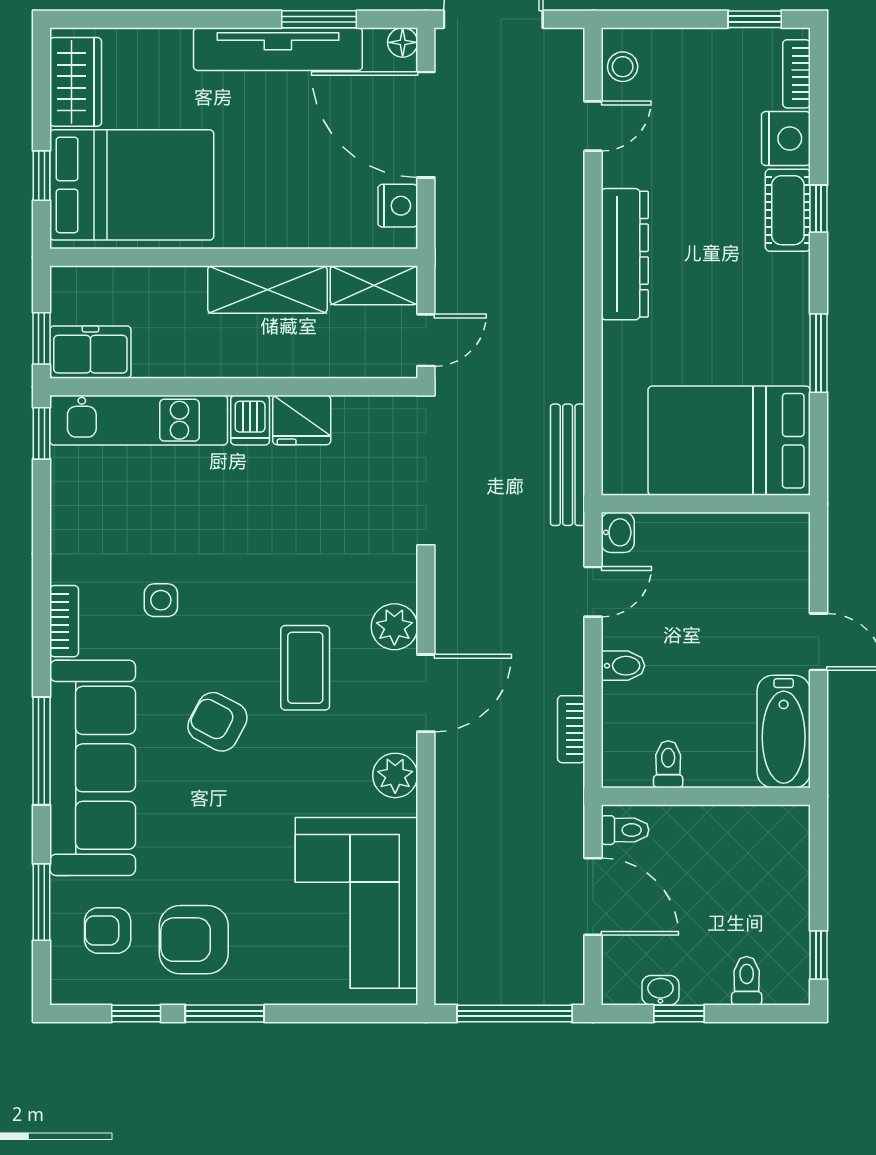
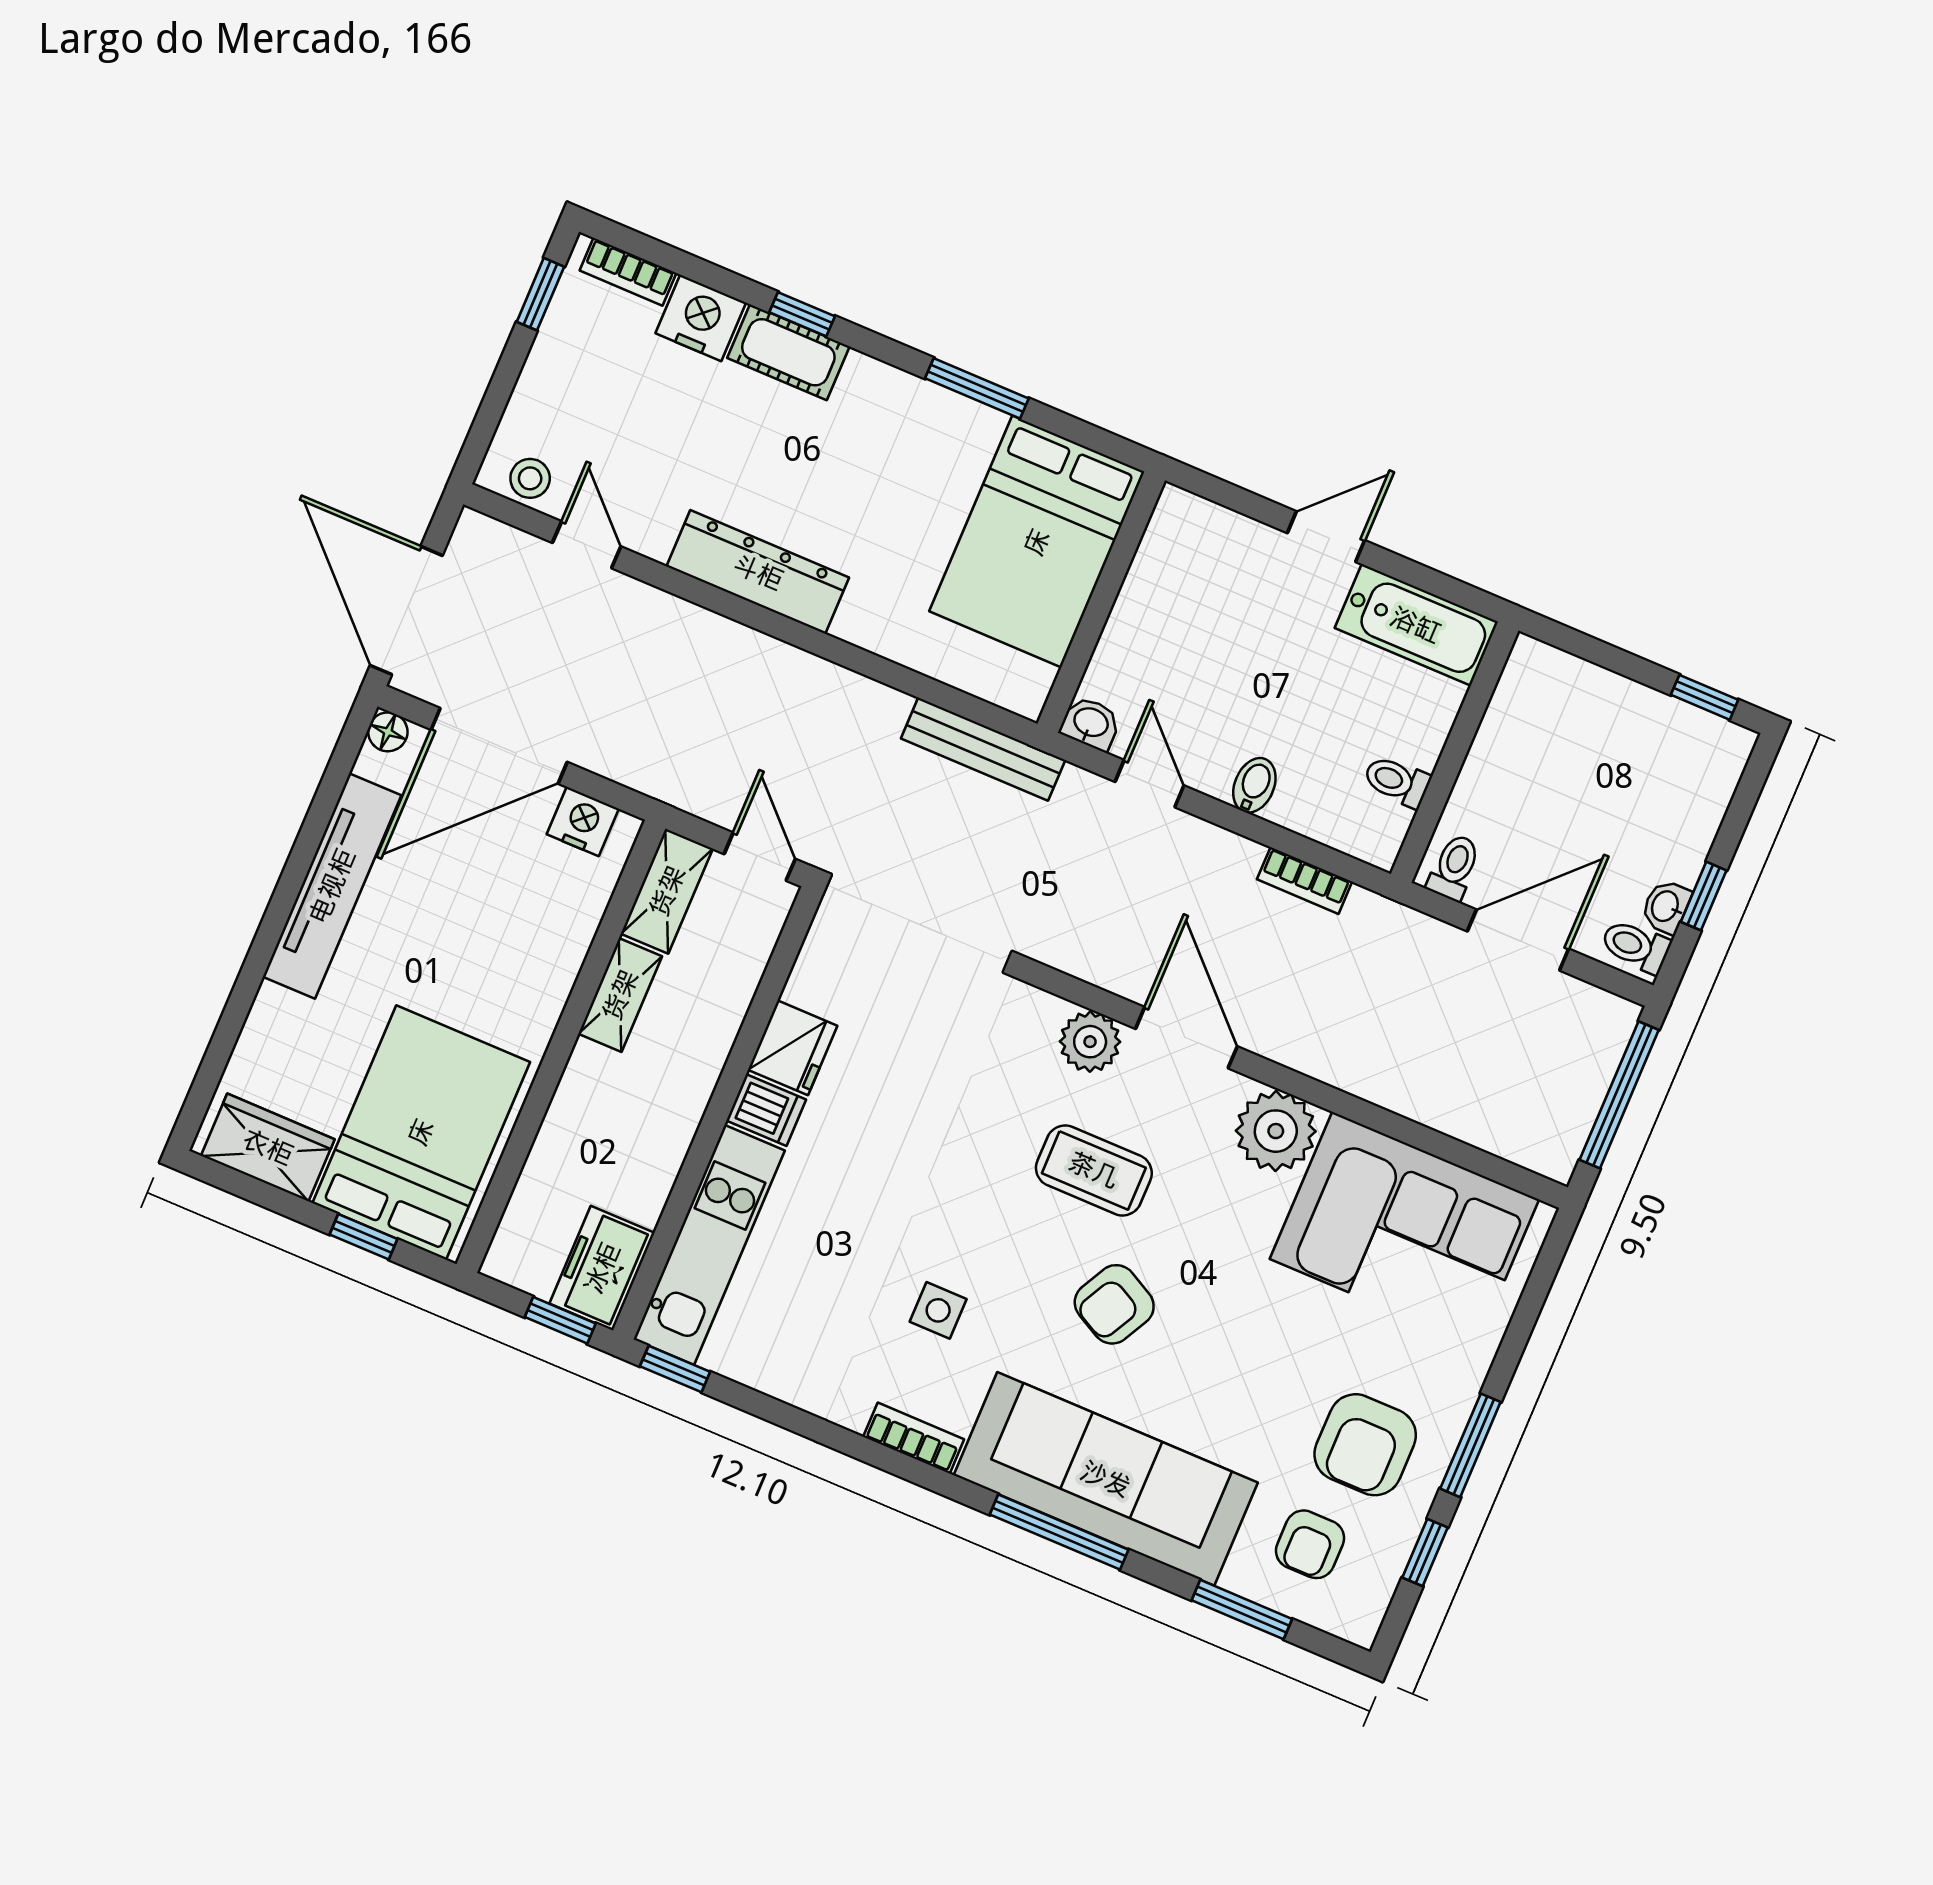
window: (319, 19) -> (317, 821), removed
shelving: (267, 289) -> (620, 995), width x0.67, depth x0.75
plant: (395, 775) -> (1276, 1131), width x1.36, depth x1.36
toilet: (747, 981) -> (1636, 946), moved

